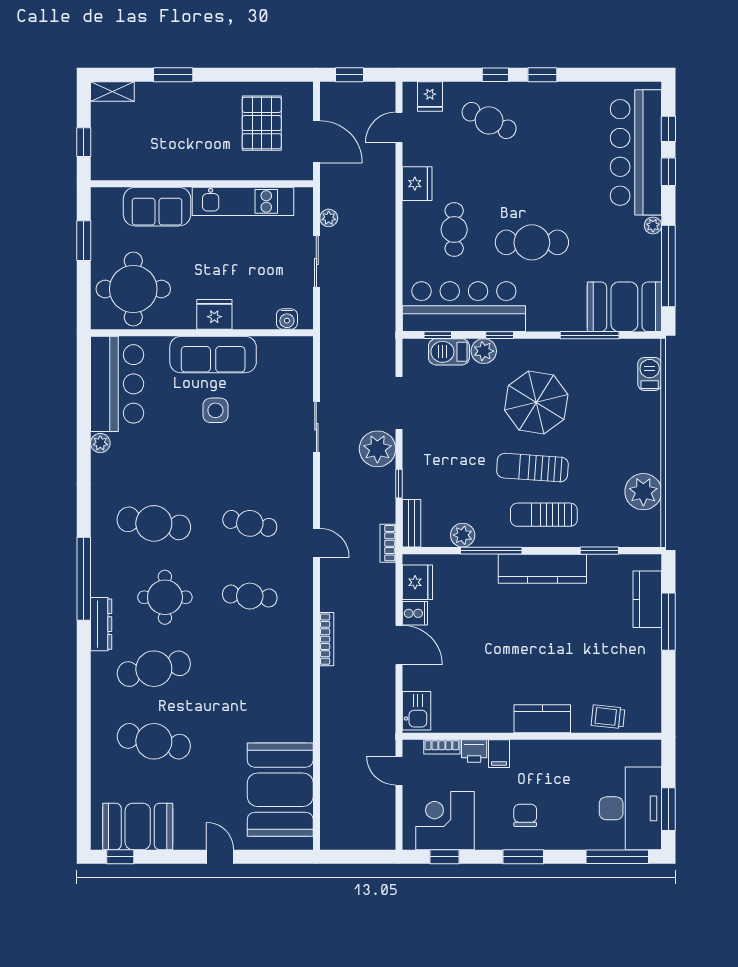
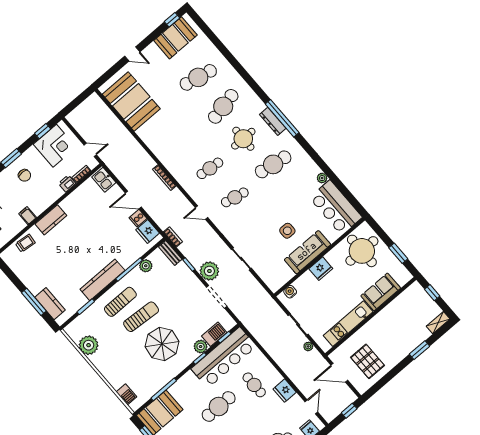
dresser: (101, 624) -> (273, 121), moved
filing cabinet: (499, 754) -> (28, 216), moved

